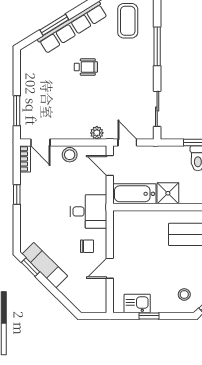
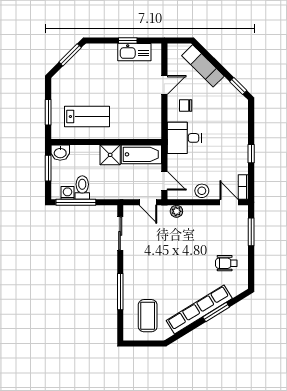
wheelchair: (86, 67) -> (226, 263), moved
exam couch: (45, 265) -> (203, 66), moved
stool: (184, 294) -> (95, 61), removed
kitchen sink: (137, 303) -> (134, 52), width x1.38

